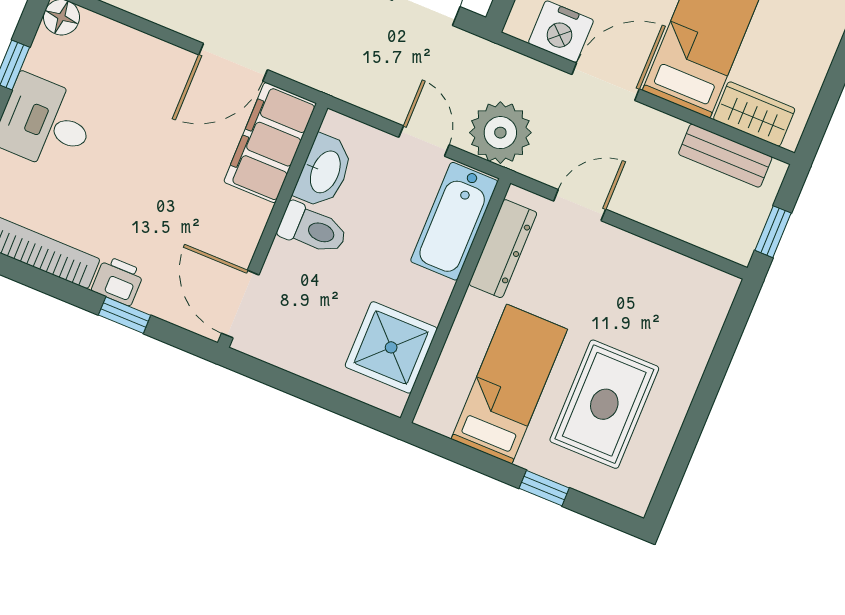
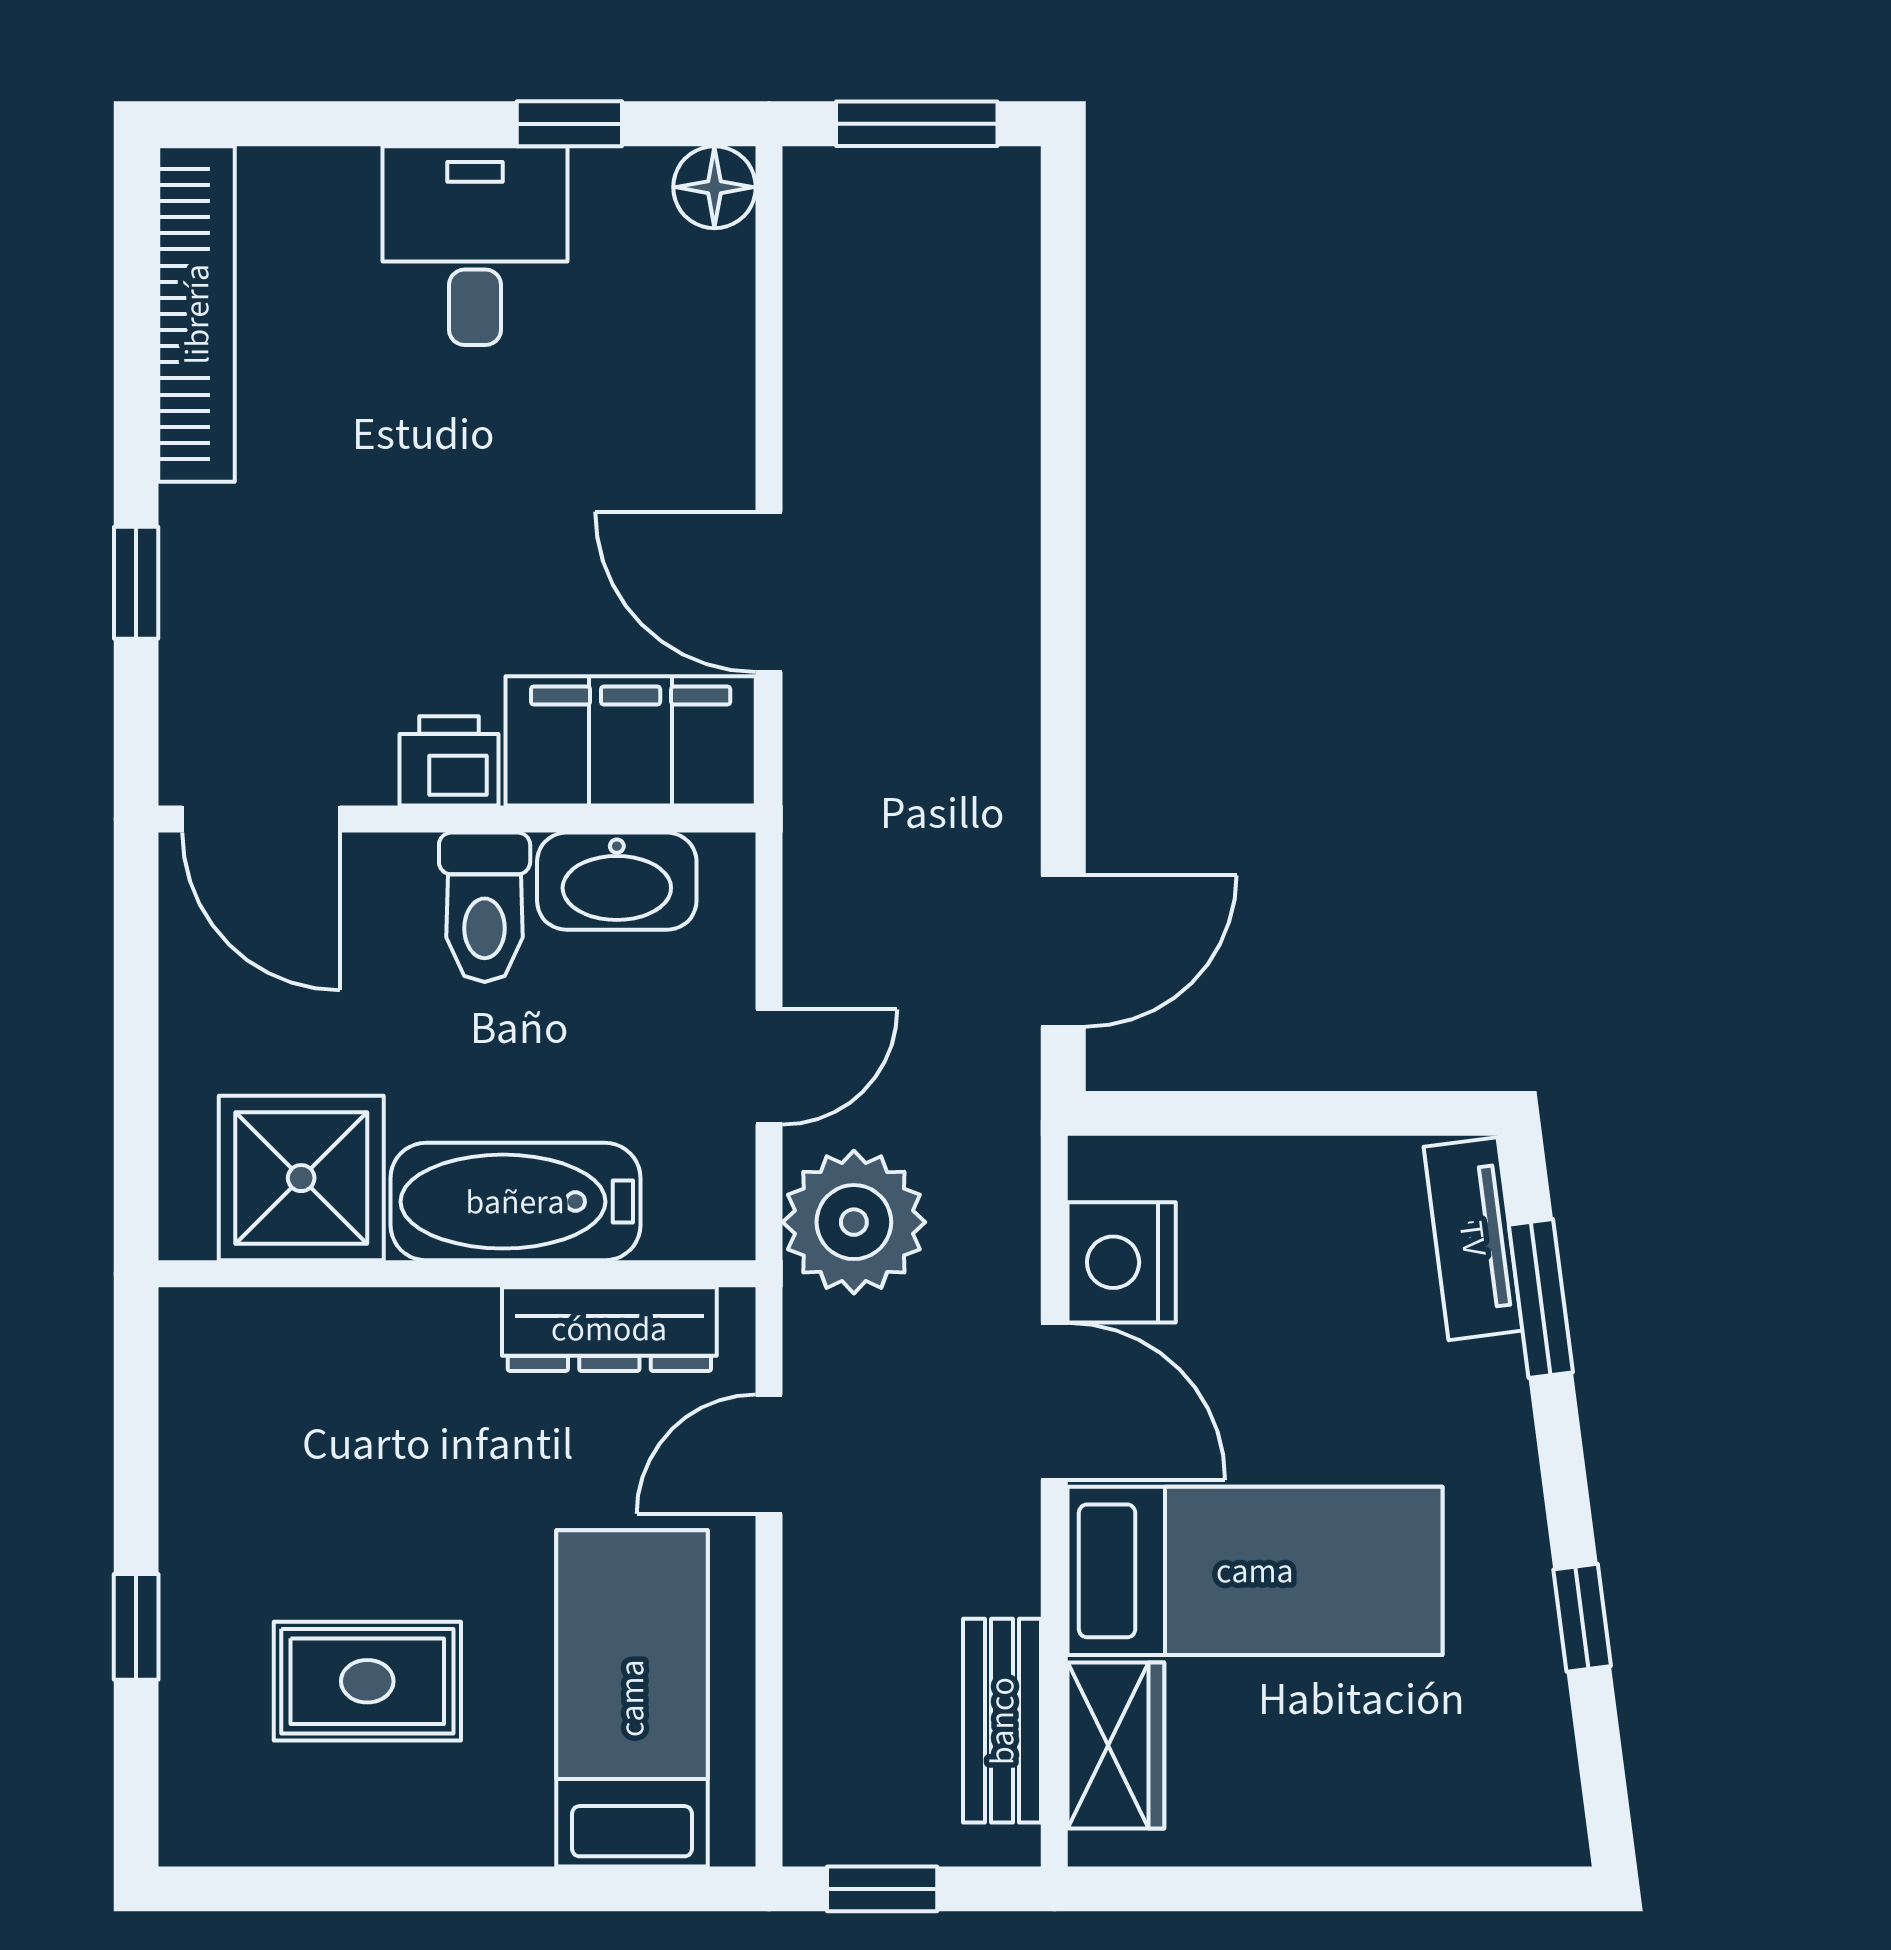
door: (580, 205) -> (769, 1454), swing flipped
bathtub: (454, 221) -> (515, 1202), moved
printer: (118, 281) -> (449, 761), moved, turned -90
door: (240, 304) -> (261, 819), swing flipped
bed: (509, 384) -> (632, 1698), moved, turned -90
rug: (604, 404) -> (367, 1681), width x0.73, depth x0.70

